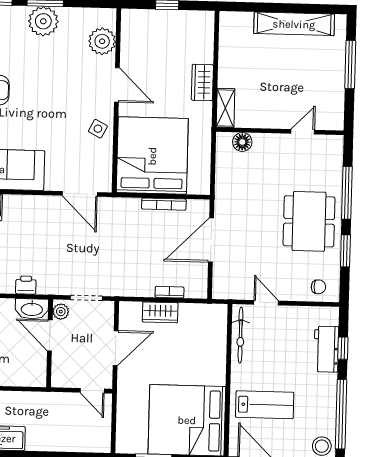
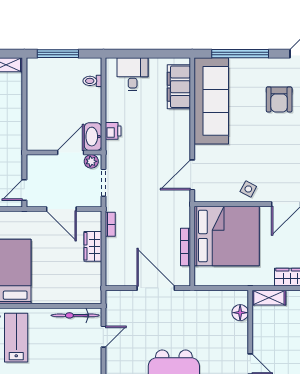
bookcase: (170, 292) -> (110, 224), moved
lab bench: (265, 405) -> (16, 338), turned 180

